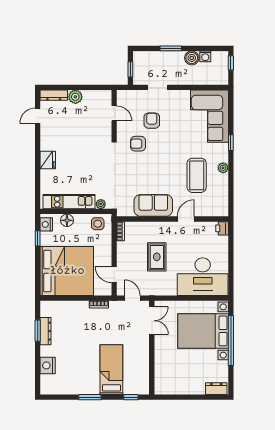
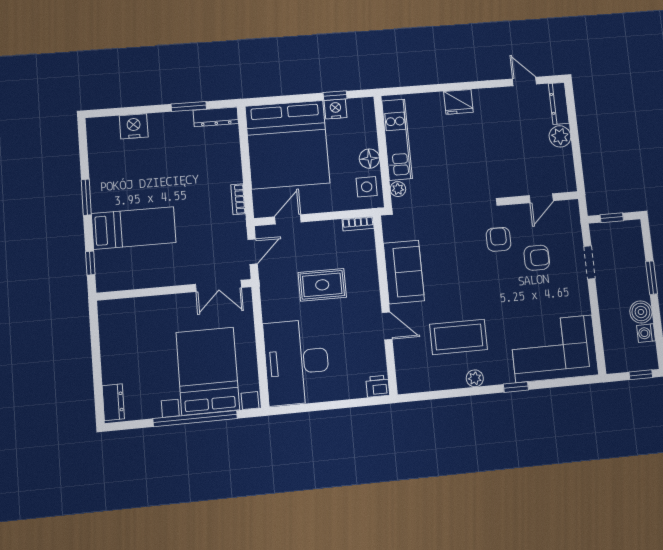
floor lamp: (67, 220) -> (369, 159), moved
nightstand: (46, 224) -> (336, 109), moved
dresser: (45, 331) -> (216, 117), moved

